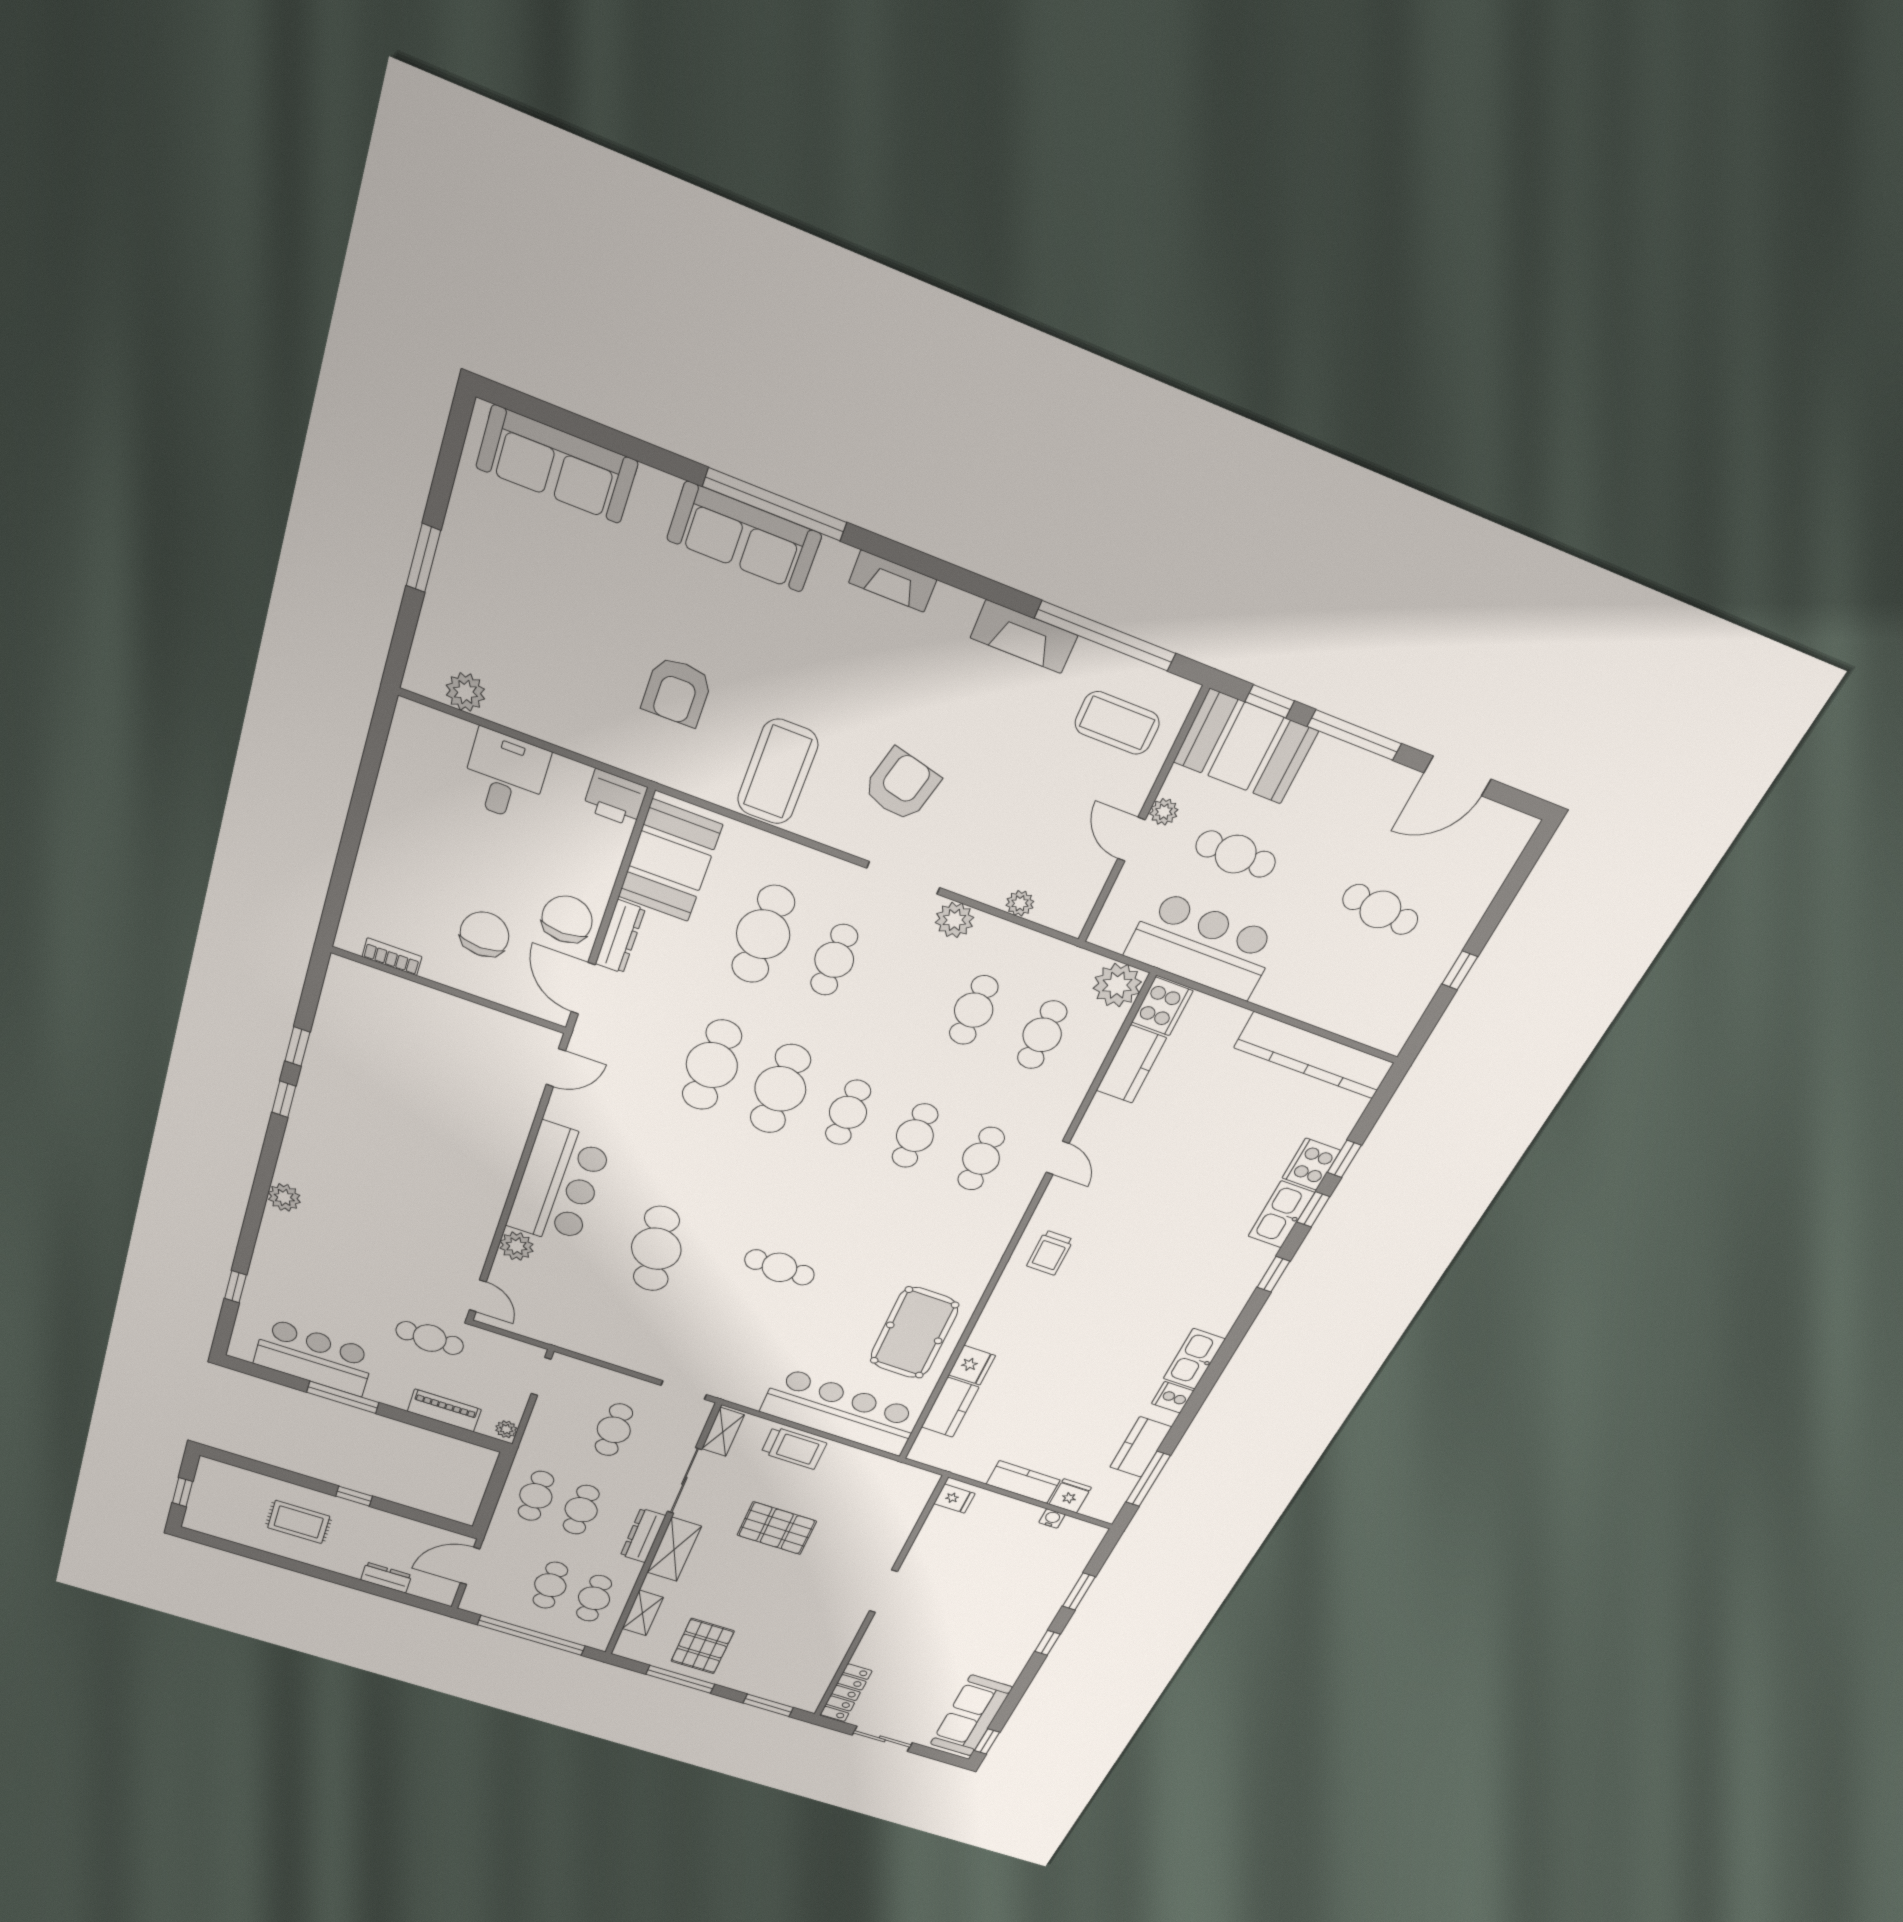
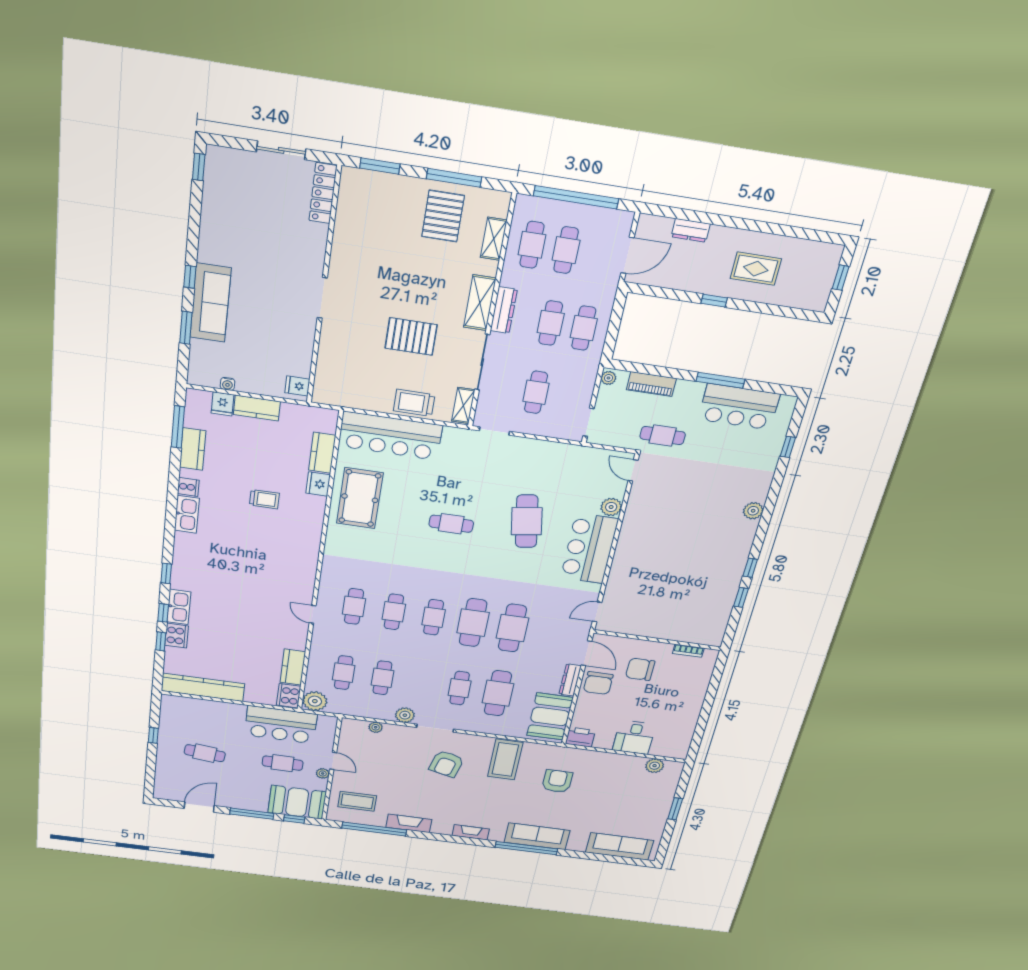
chair: (484, 934) -> (640, 669), turned 90
trolley: (1050, 1253) -> (264, 499), moved, turned 90
sofa: (971, 1716) -> (210, 303), moved

